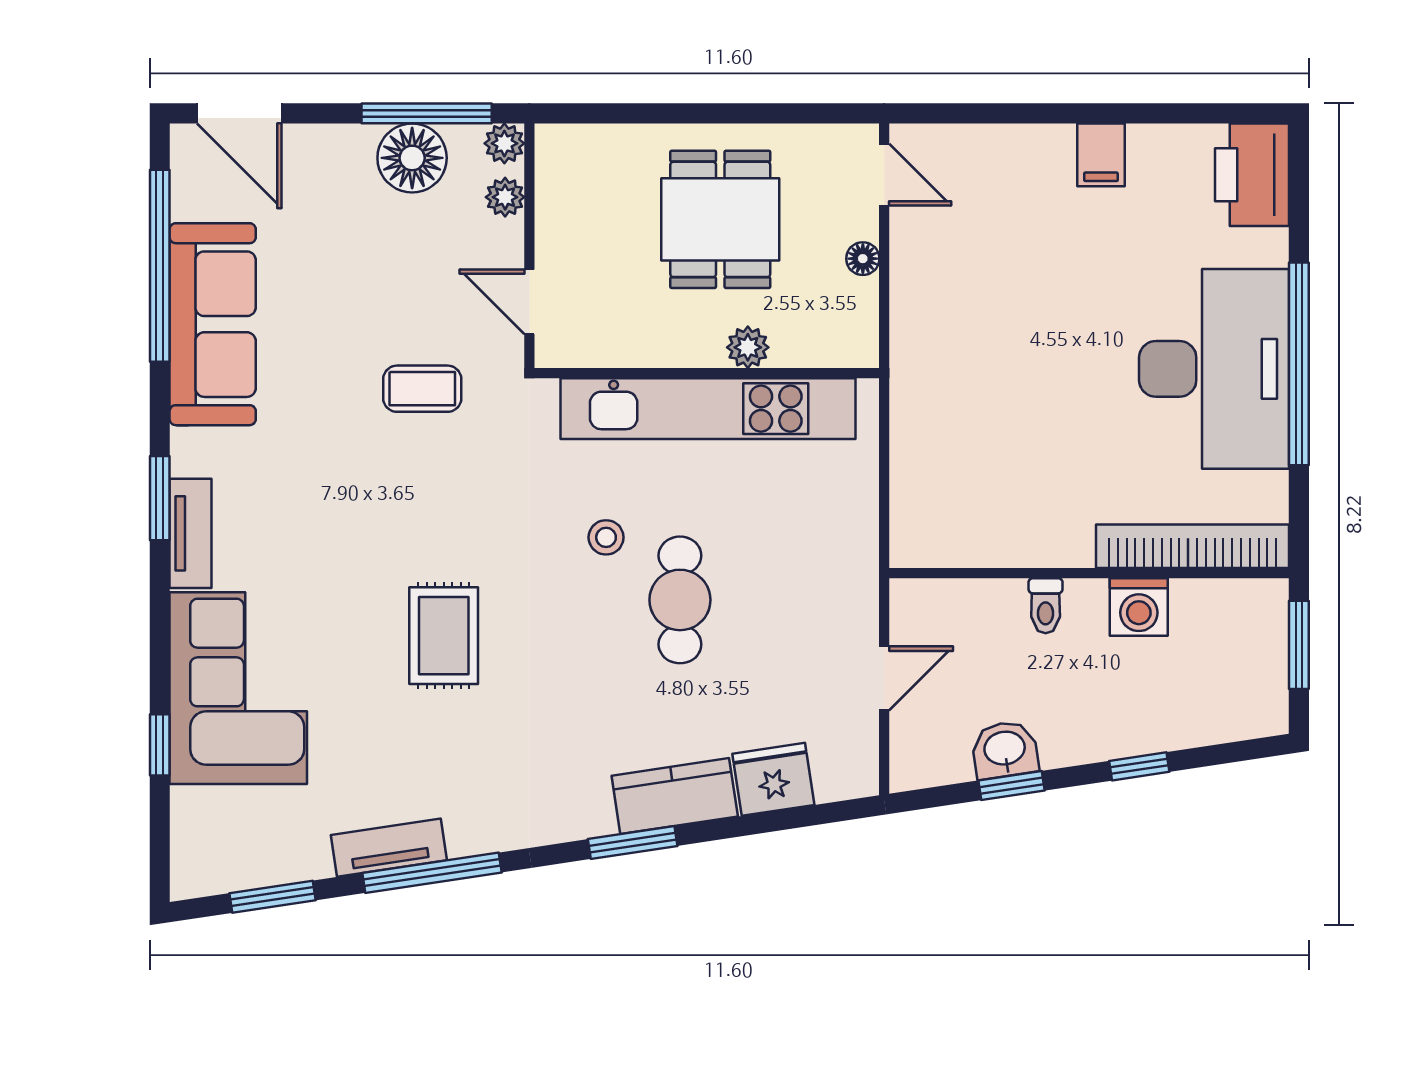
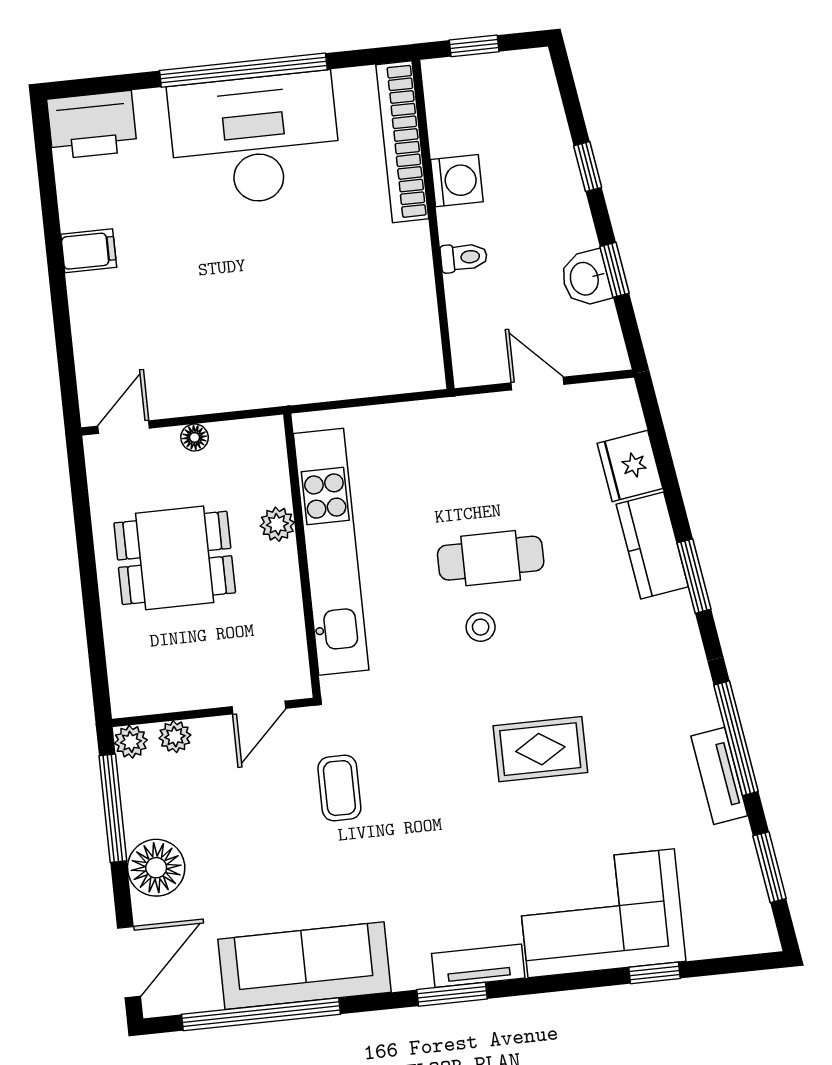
floor lamp: (412, 158) -> (156, 868), moved
stool: (606, 537) -> (481, 627), moved
window: (1299, 645) -> (474, 46), width x0.67

